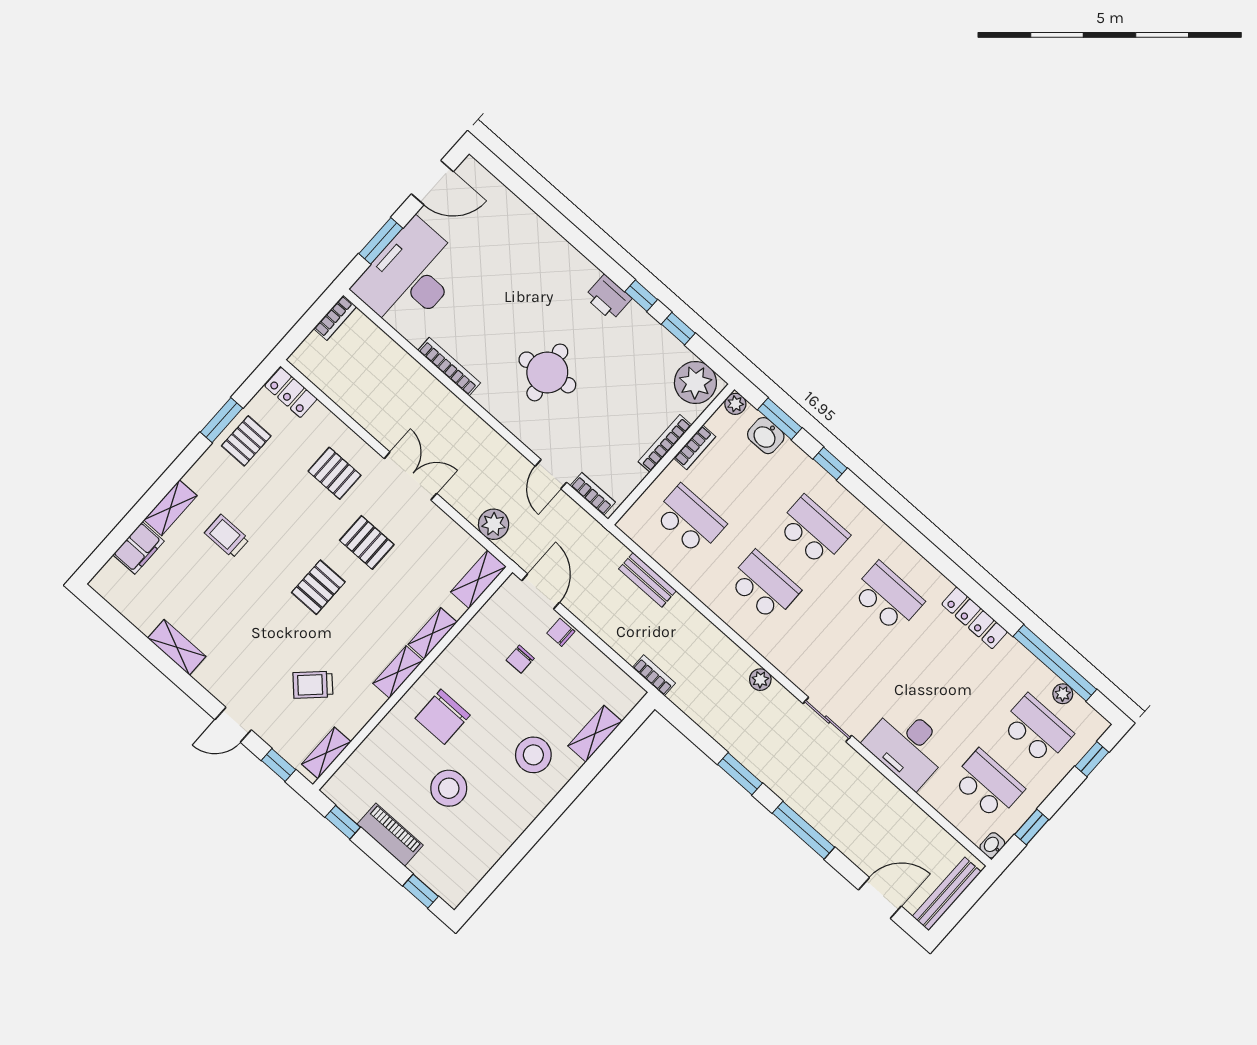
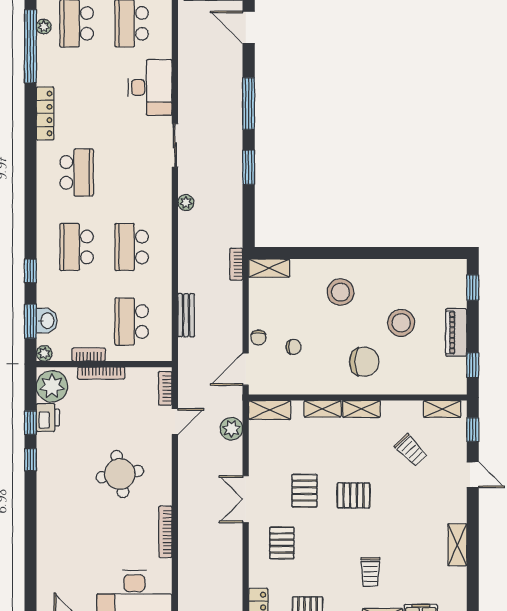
printer: (608, 298) -> (48, 418), moved
school desk: (888, 597) -> (77, 172), turned 180
shelving: (595, 734) -> (269, 268), moved

